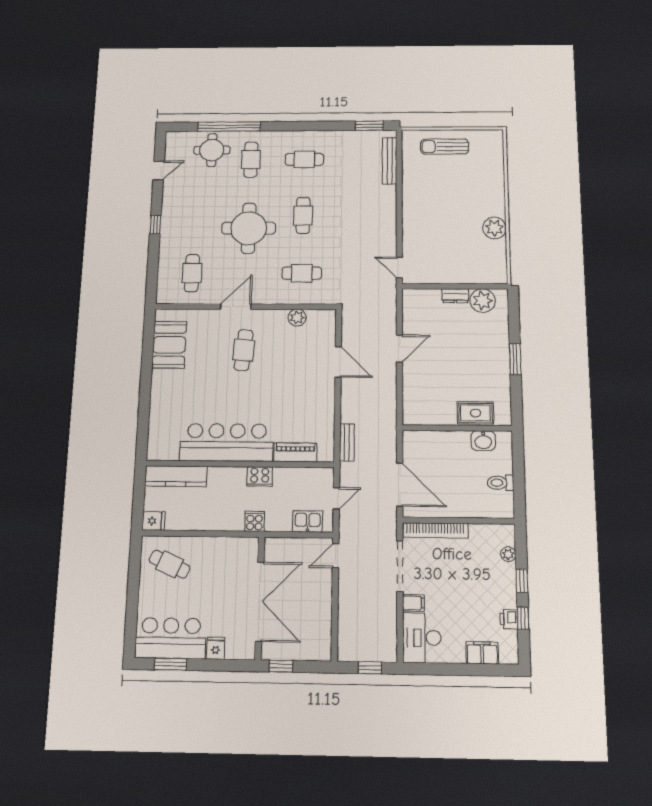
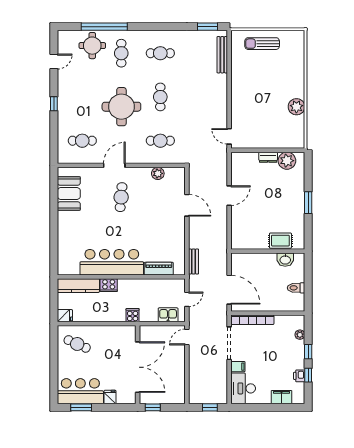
cafe table: (192, 273) -> (82, 141), turned 90
cooker: (260, 476) -> (109, 285), moved

